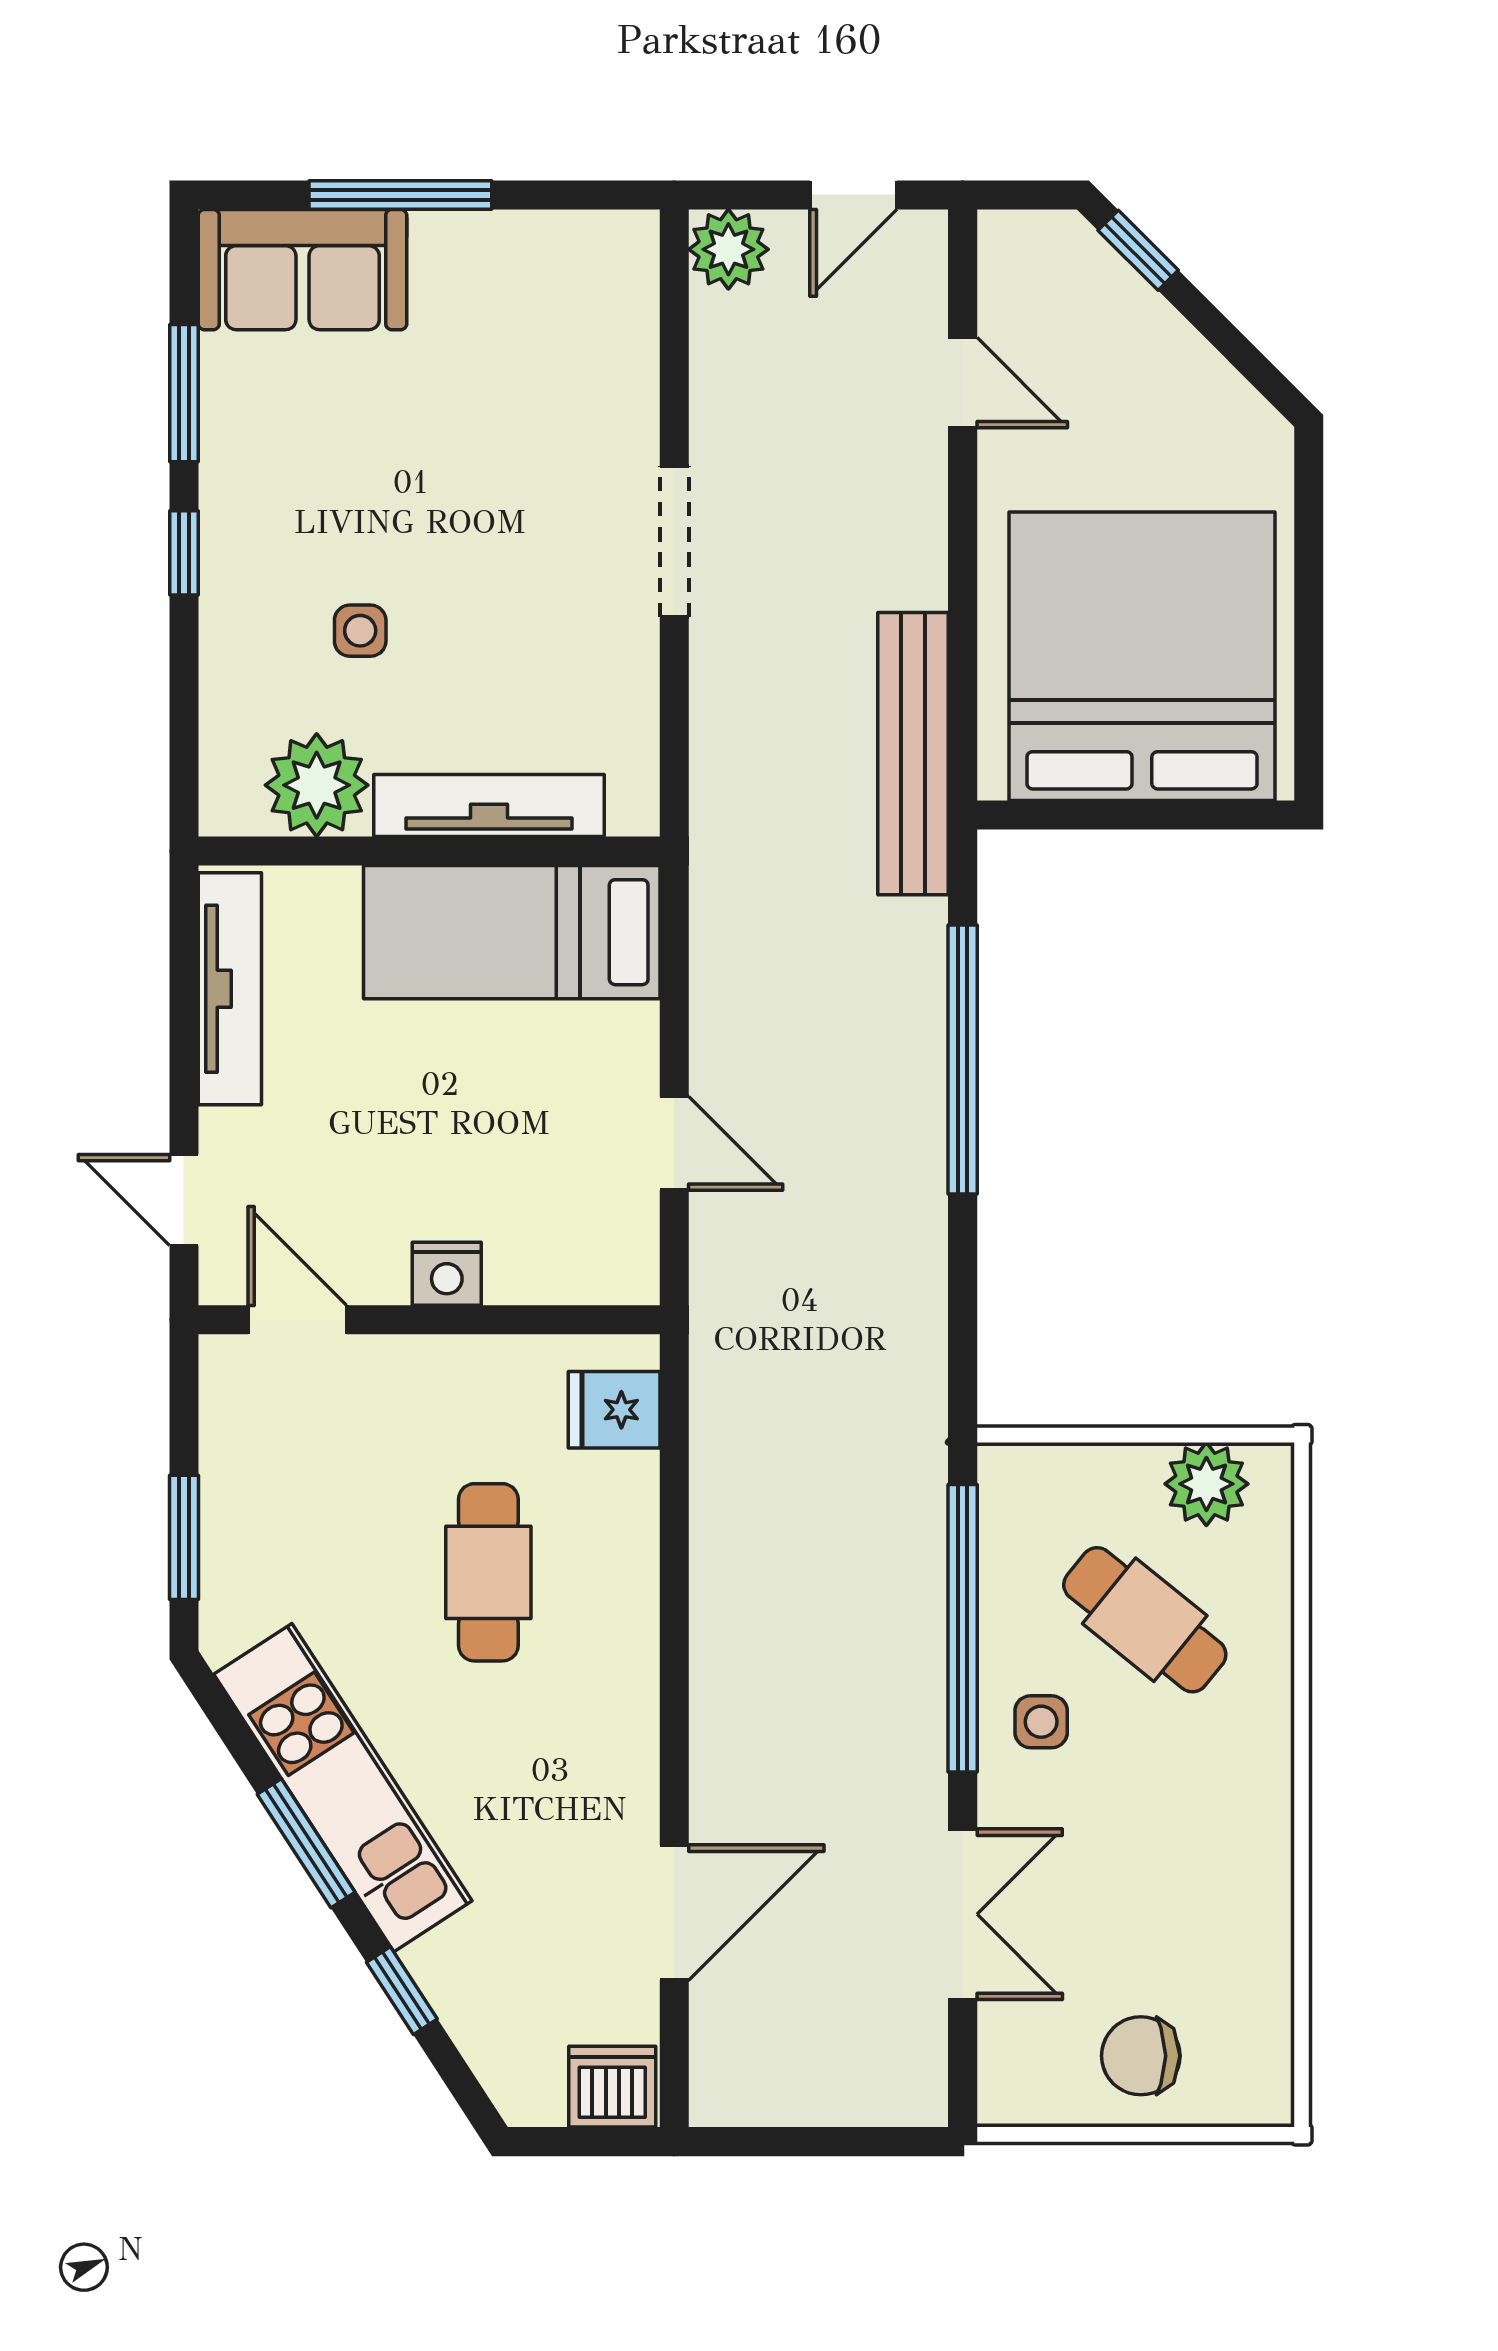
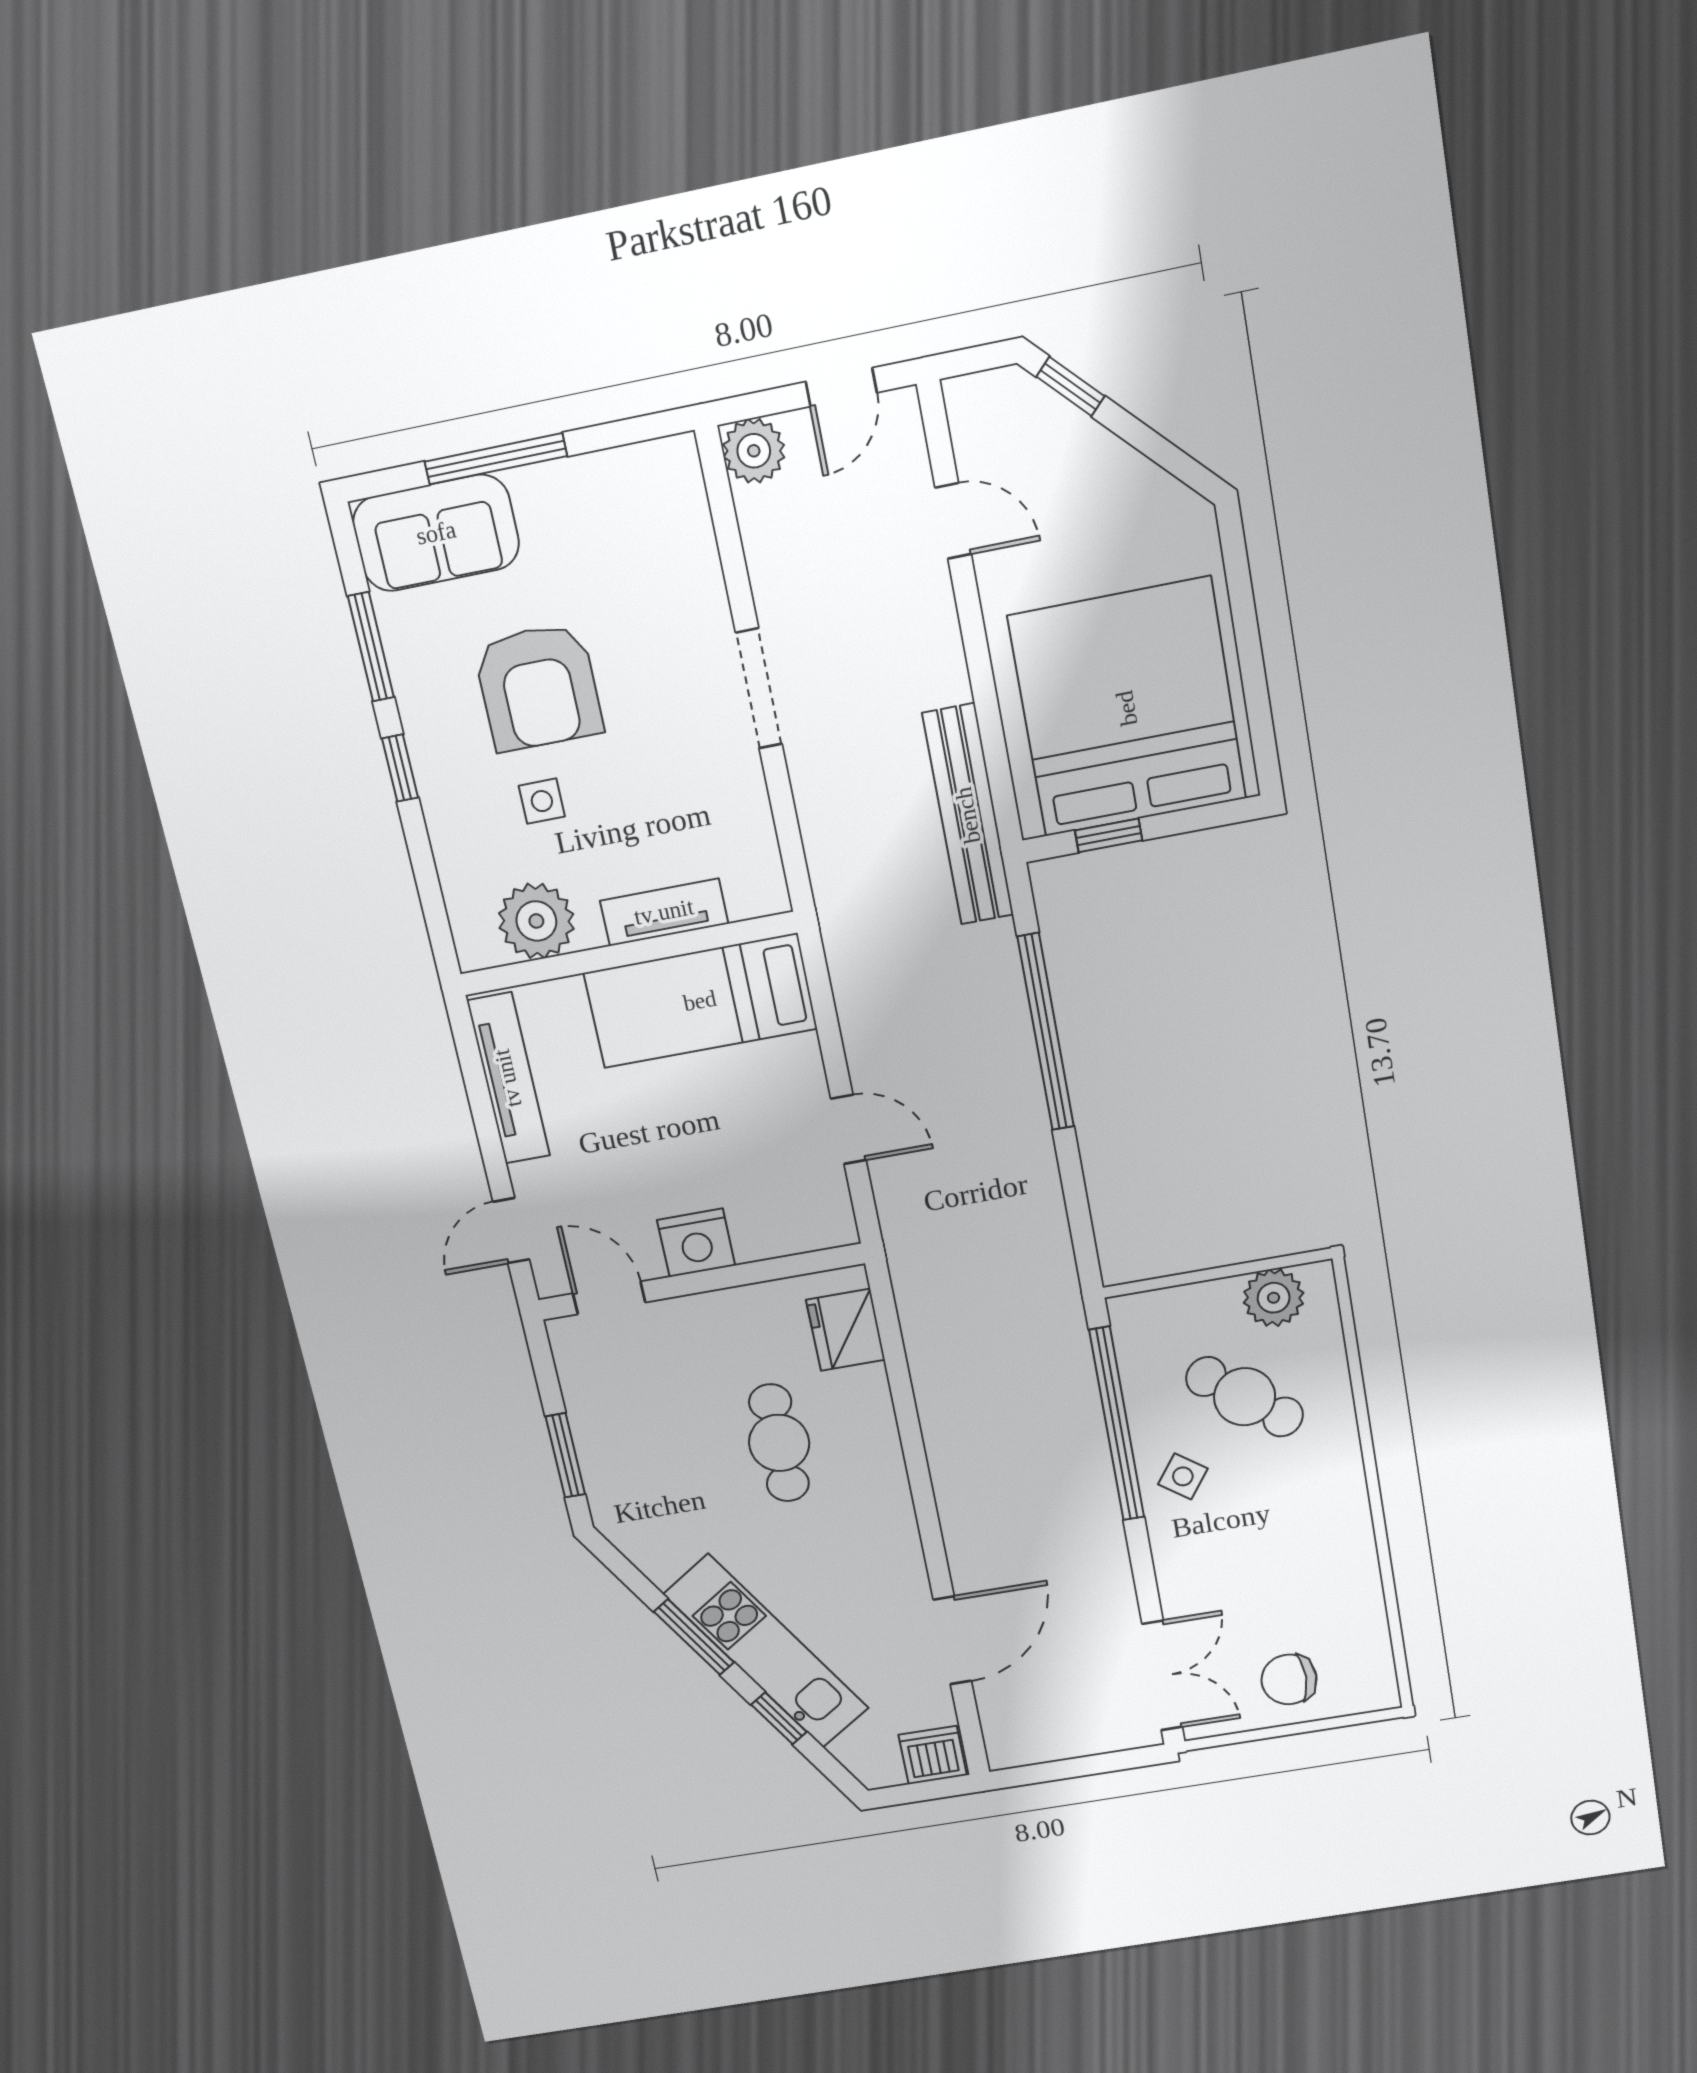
armchair: (389, 485) -> (538, 687), added
tv unit: (489, 805) -> (664, 912), width x0.71
window: (1090, 815) -> (1109, 835), added
door: (184, 1200) -> (511, 1231), hinge flipped
nightstand: (447, 1274) -> (696, 1243), width x1.36, depth x1.33
fridge: (614, 1410) -> (846, 1330), width x1.38
side table: (1041, 1722) -> (1183, 1476), turned 36
kitchen unit: (343, 1788) -> (766, 1651), moved
double door: (963, 1914) -> (1162, 1676), moved

